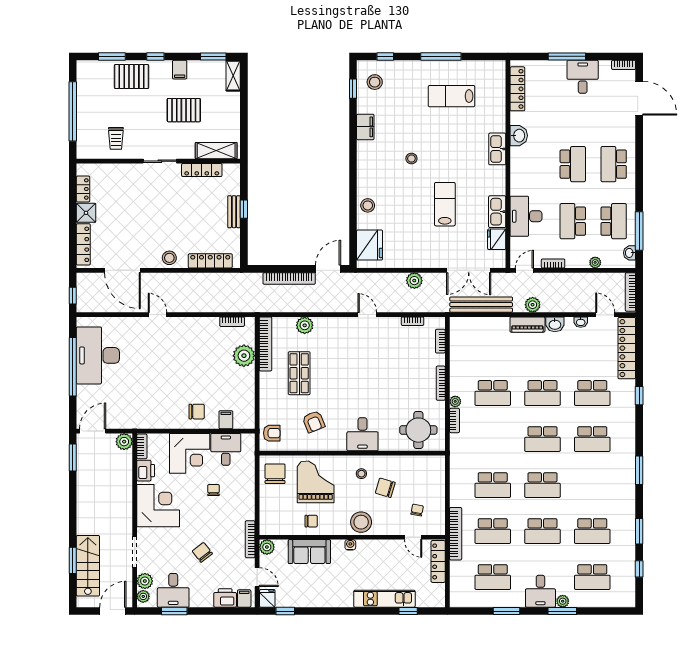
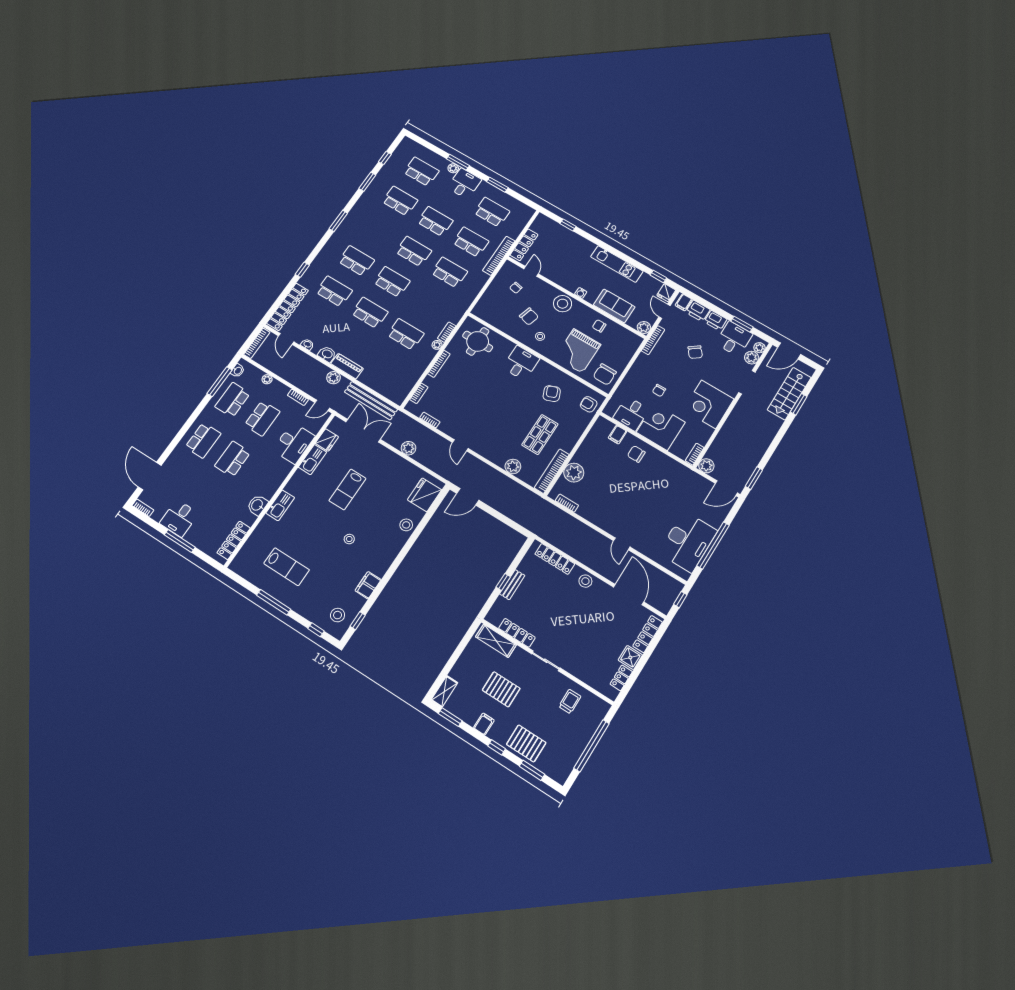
bookcase: (289, 278) -> (502, 508), removed
printer: (146, 471) -> (715, 320), moved, turned -90
kitchen unit: (384, 599) -> (617, 264), moved

